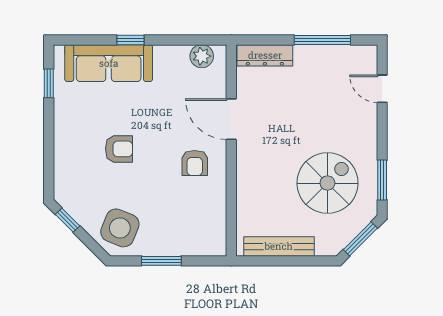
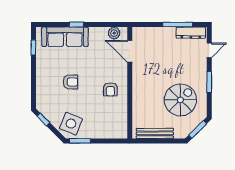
dresser: (265, 55) -> (191, 33), moved
door: (382, 89) -> (209, 50), swing flipped
door: (231, 119) -> (130, 51), moved
window: (382, 180) -> (209, 82), moved
window: (161, 261) -> (80, 141), moved

